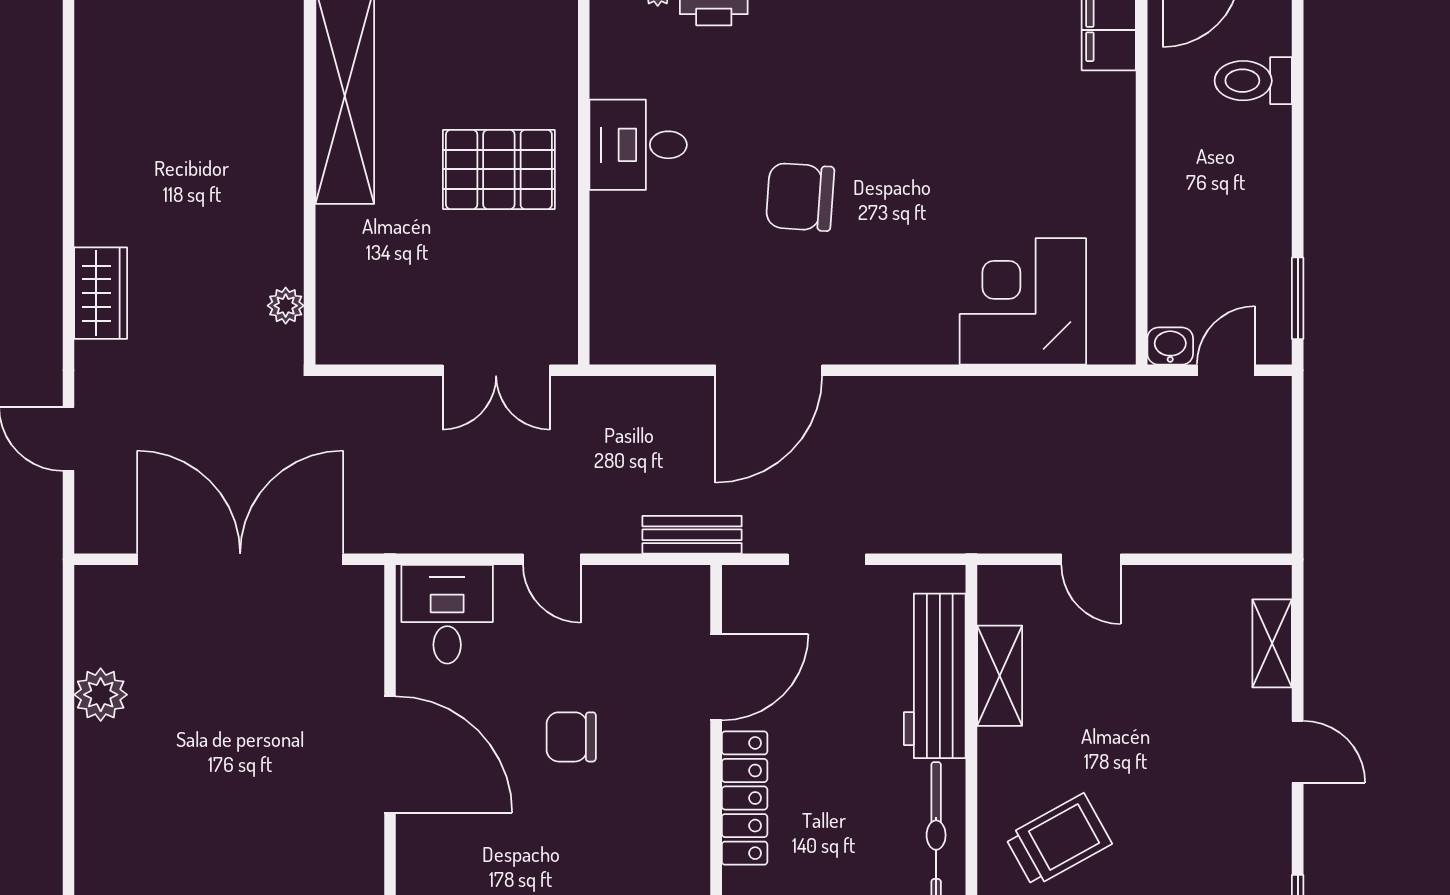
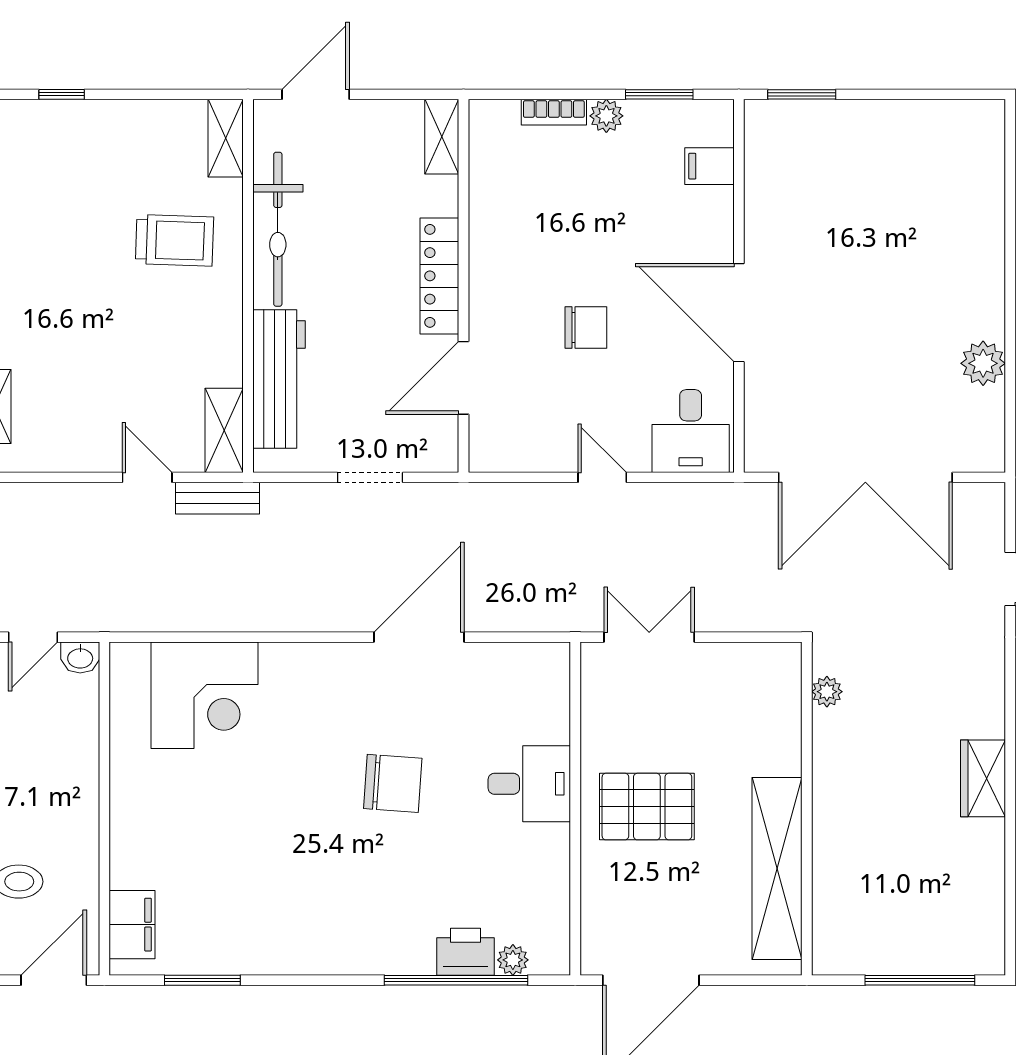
desk: (638, 145) -> (529, 784), moved
wardrobe: (101, 293) -> (983, 778), moved
bench: (692, 535) -> (218, 498), moved
shelving: (1000, 676) -> (224, 430), moved
trolley: (1058, 840) -> (175, 240), turned -149

